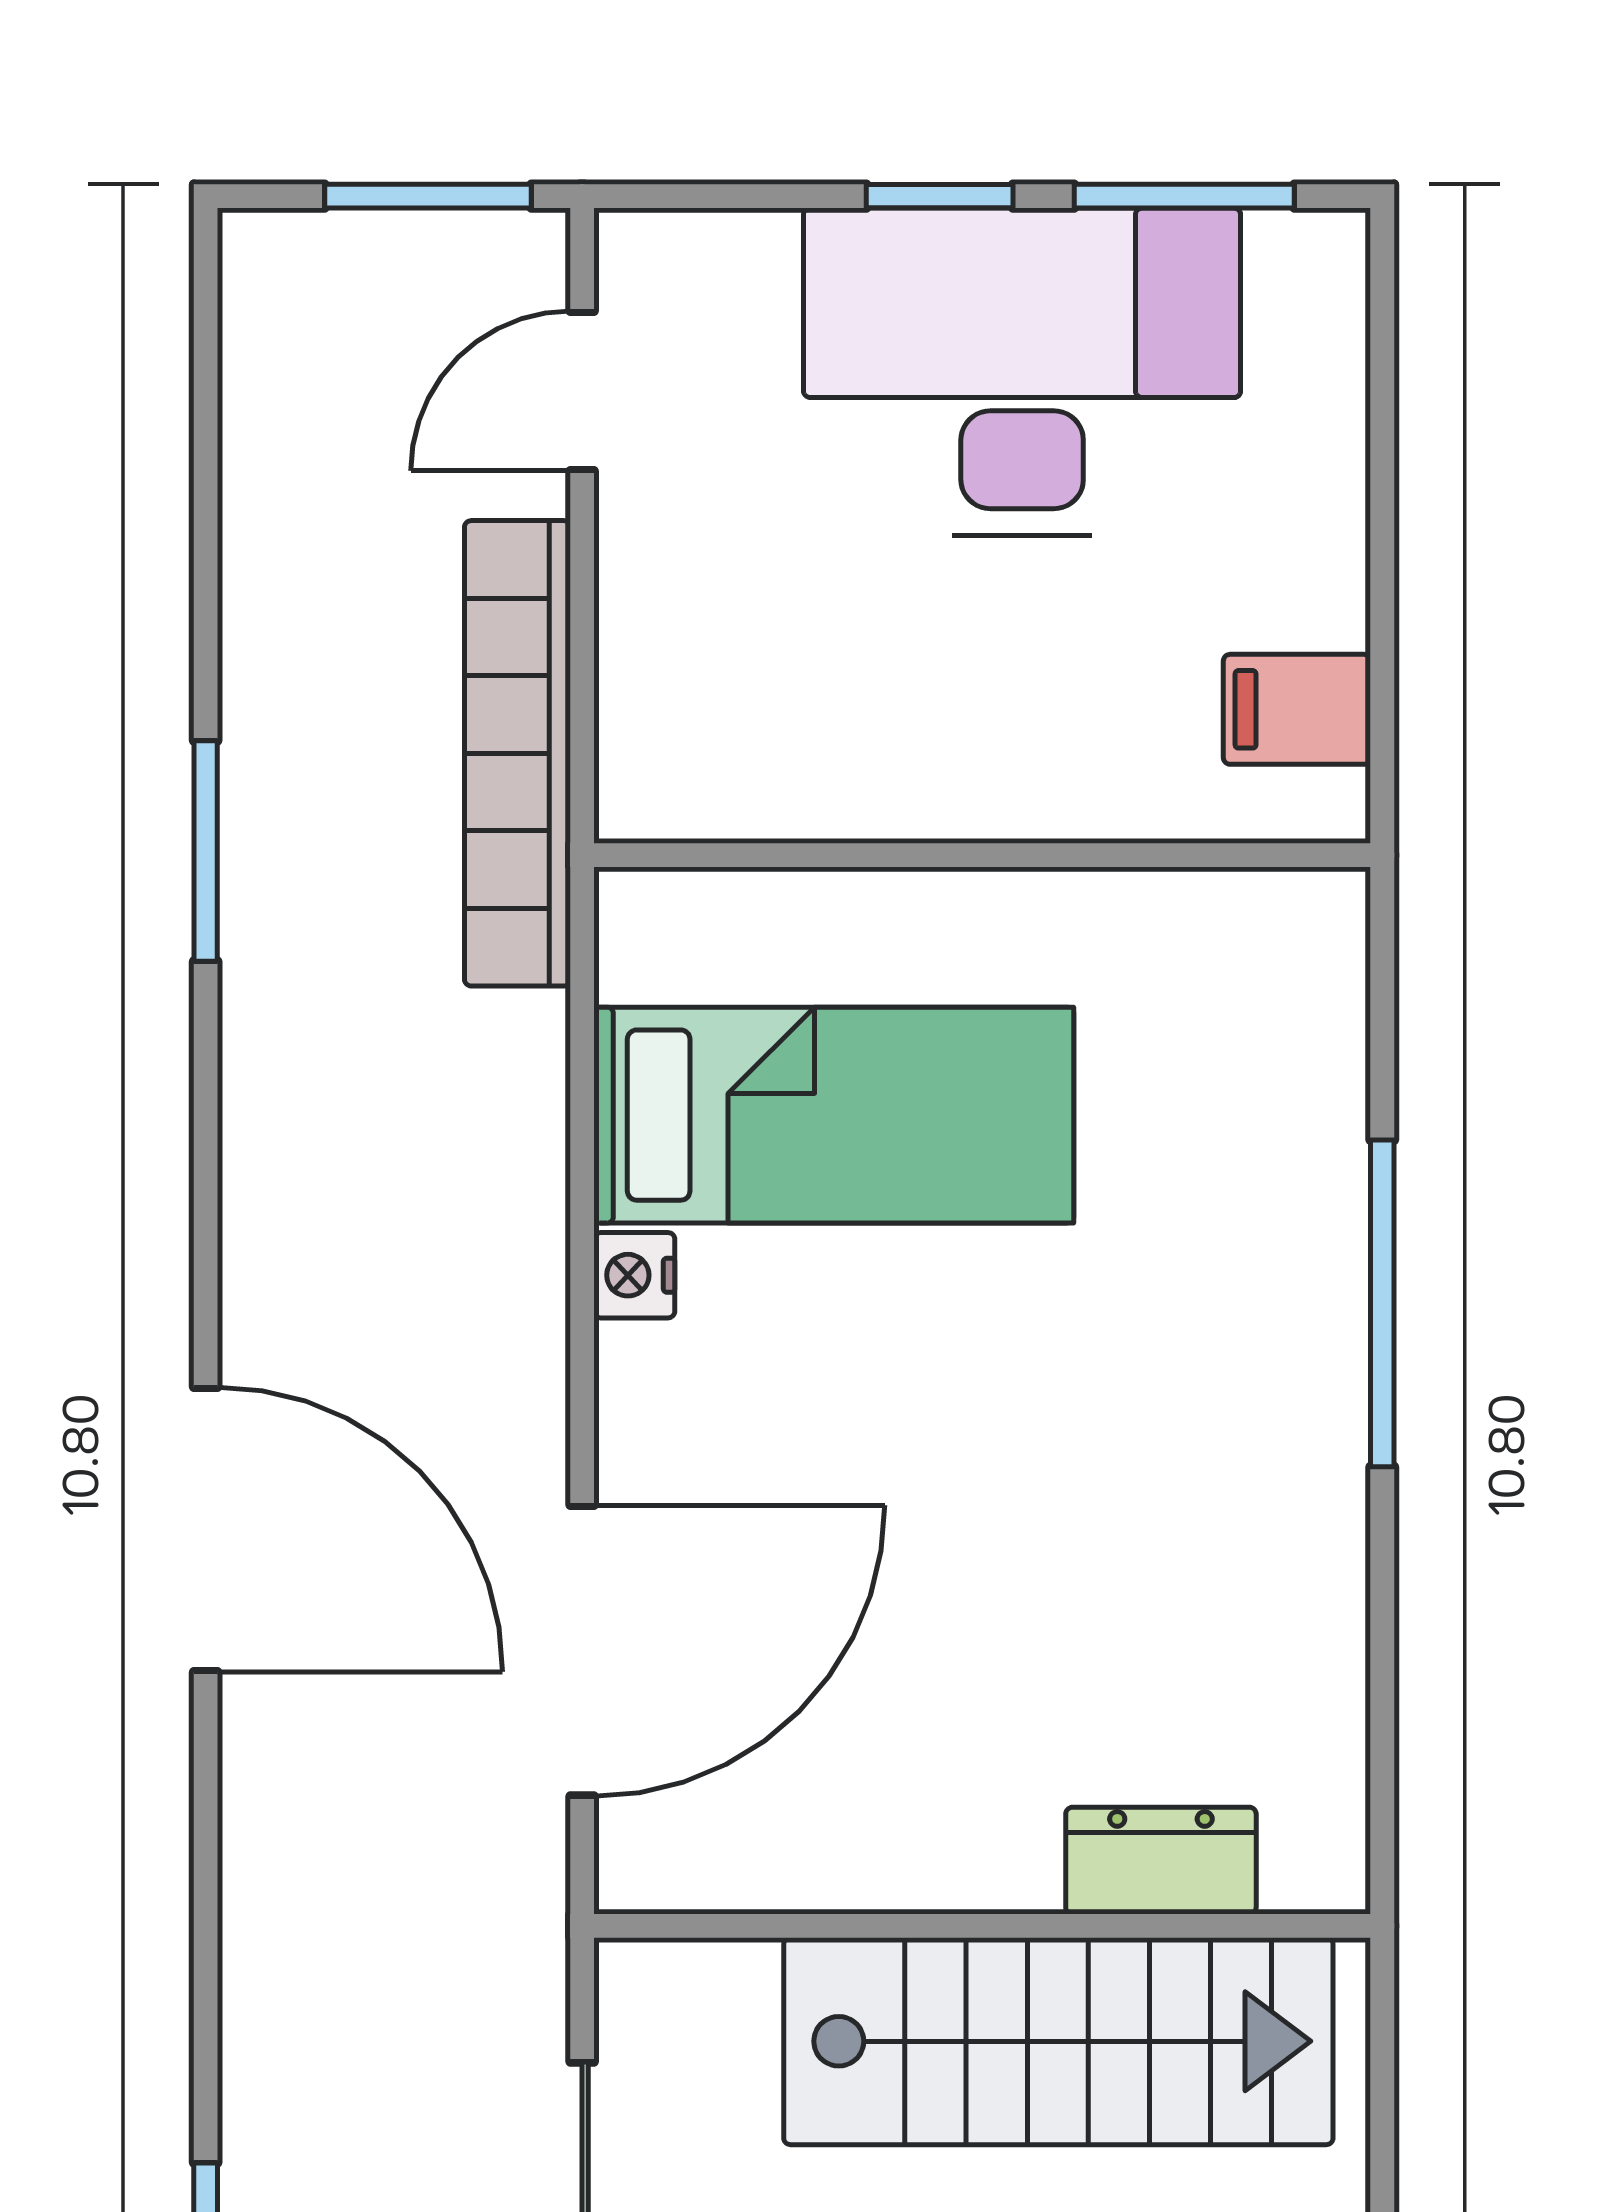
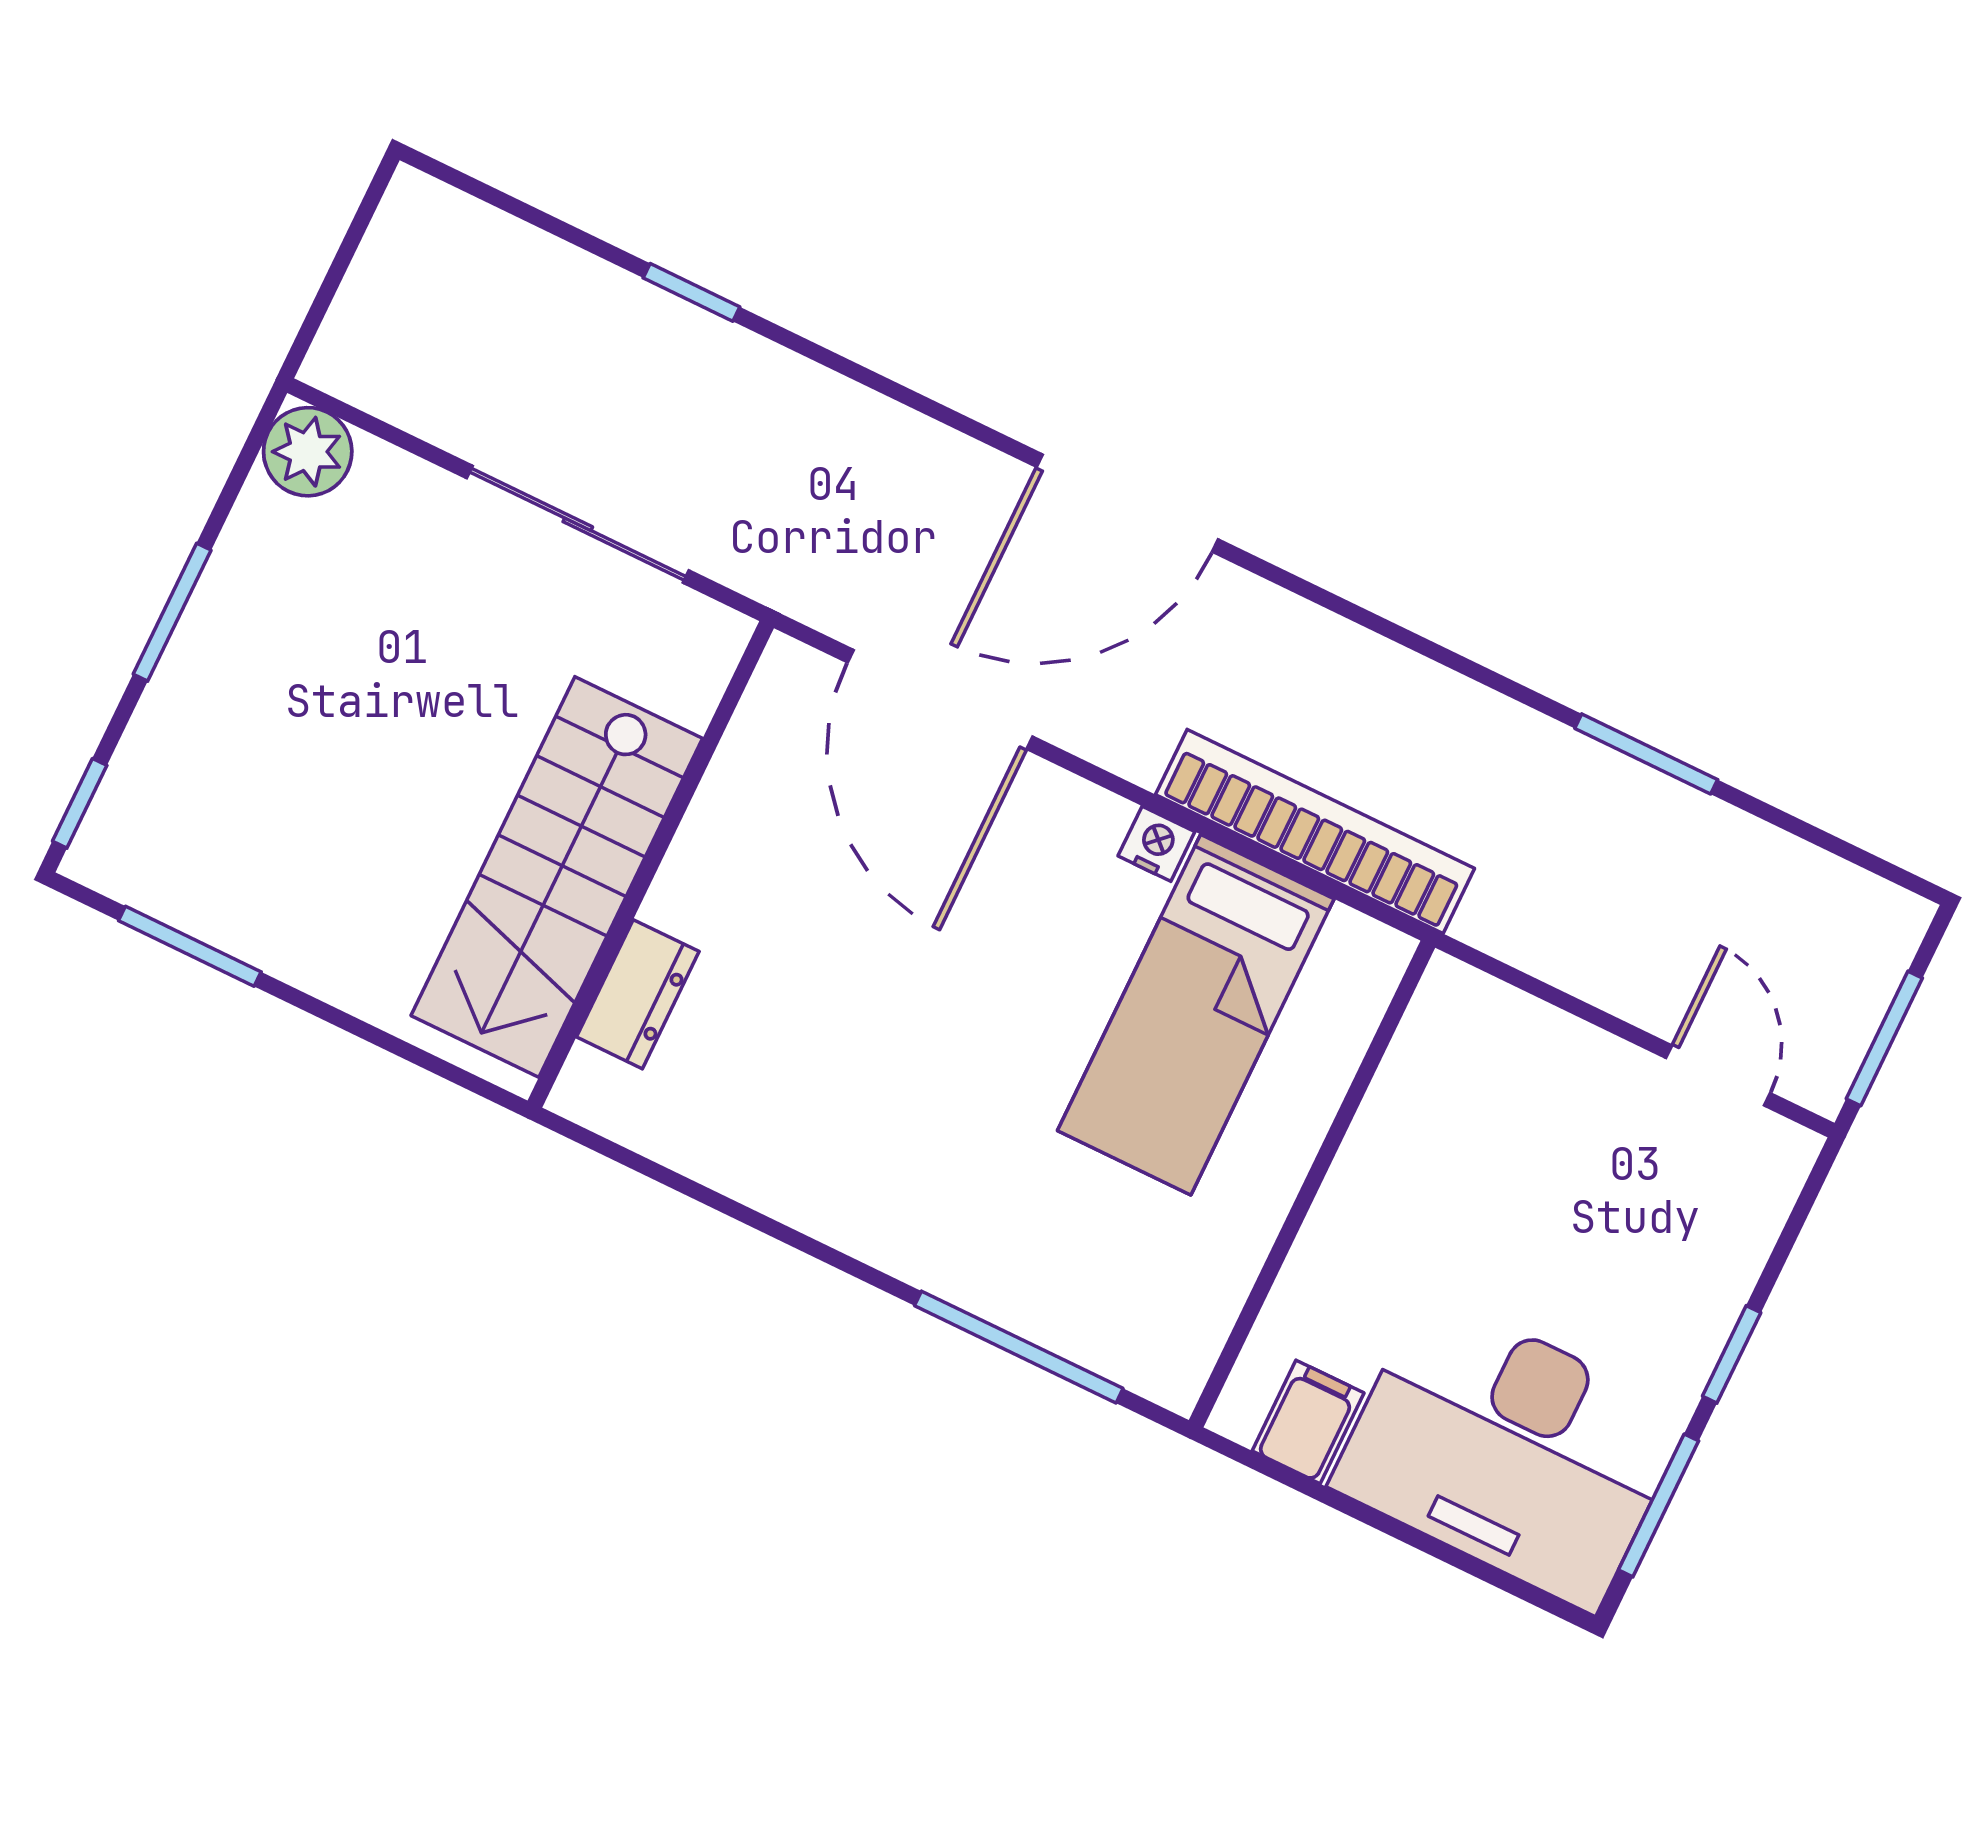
desk: (1022, 371) -> (1510, 1451), moved, turned 90
bookcase: (518, 753) -> (1315, 831), moved
window: (206, 851) -> (1646, 754), moved
window: (1382, 1303) -> (1019, 1347), moved

